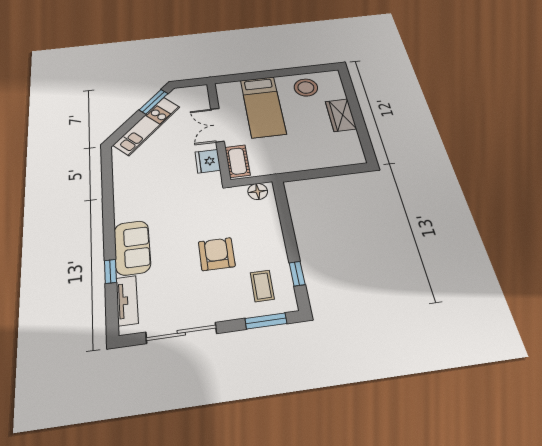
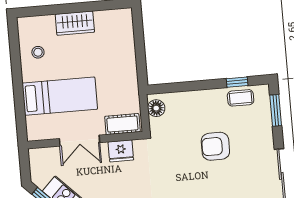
stool: (306, 88) -> (38, 52), width x0.53, depth x0.53
coffee table: (262, 286) -> (241, 98), moved

